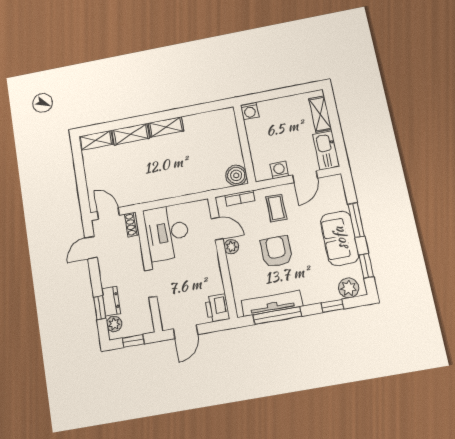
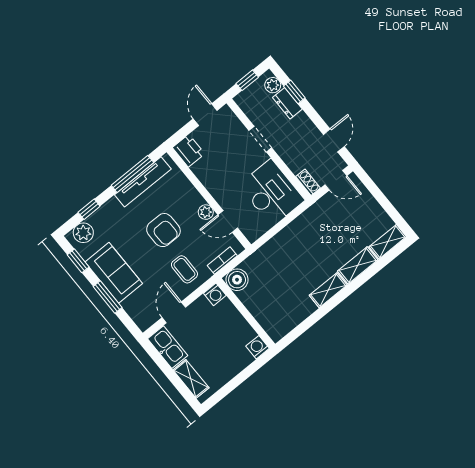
washing machine: (279, 170) -> (215, 294), moved

